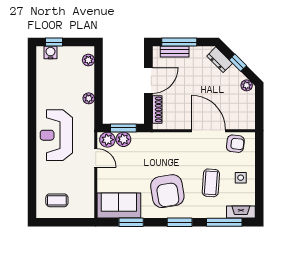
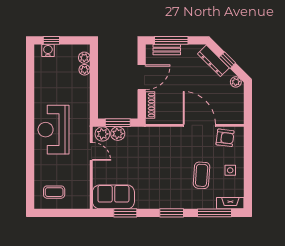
dresser: (220, 60) -> (213, 61), width x1.44
plant: (89, 98) -> (85, 70), moved
armchair: (167, 191) -> (160, 183), removed

